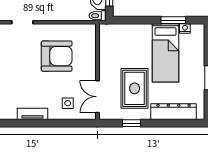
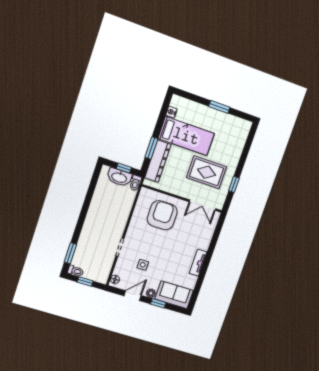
window: (173, 20) -> (151, 148), moved
armchair: (57, 56) -> (162, 215), moved
side table: (68, 103) -> (143, 265), moved
dresser: (174, 112) -> (158, 161), moved, turned 180

